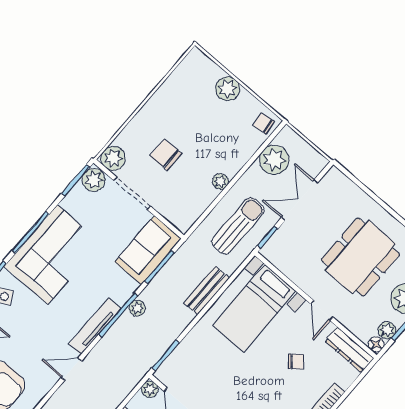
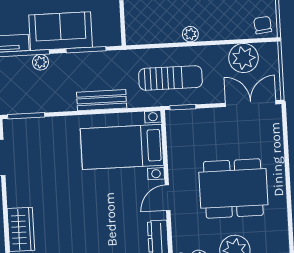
double door: (300, 200) -> (251, 104), moved
sofa: (148, 250) -> (61, 31), moved
chair: (296, 361) -> (113, 215), removed

